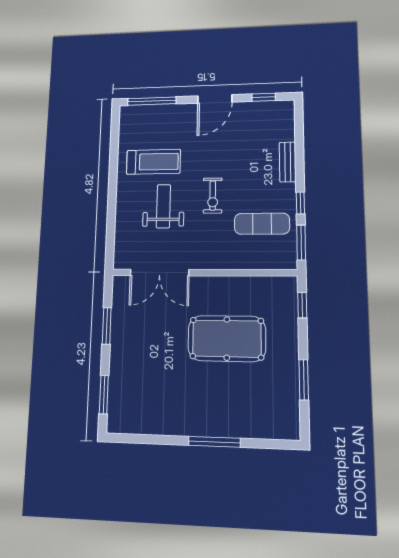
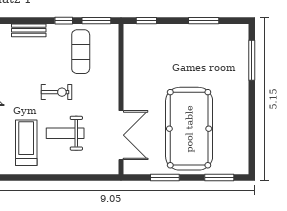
pool table: (227, 339) -> (189, 129), moved, width x1.36, depth x1.32
window: (214, 442) -> (252, 60), moved

